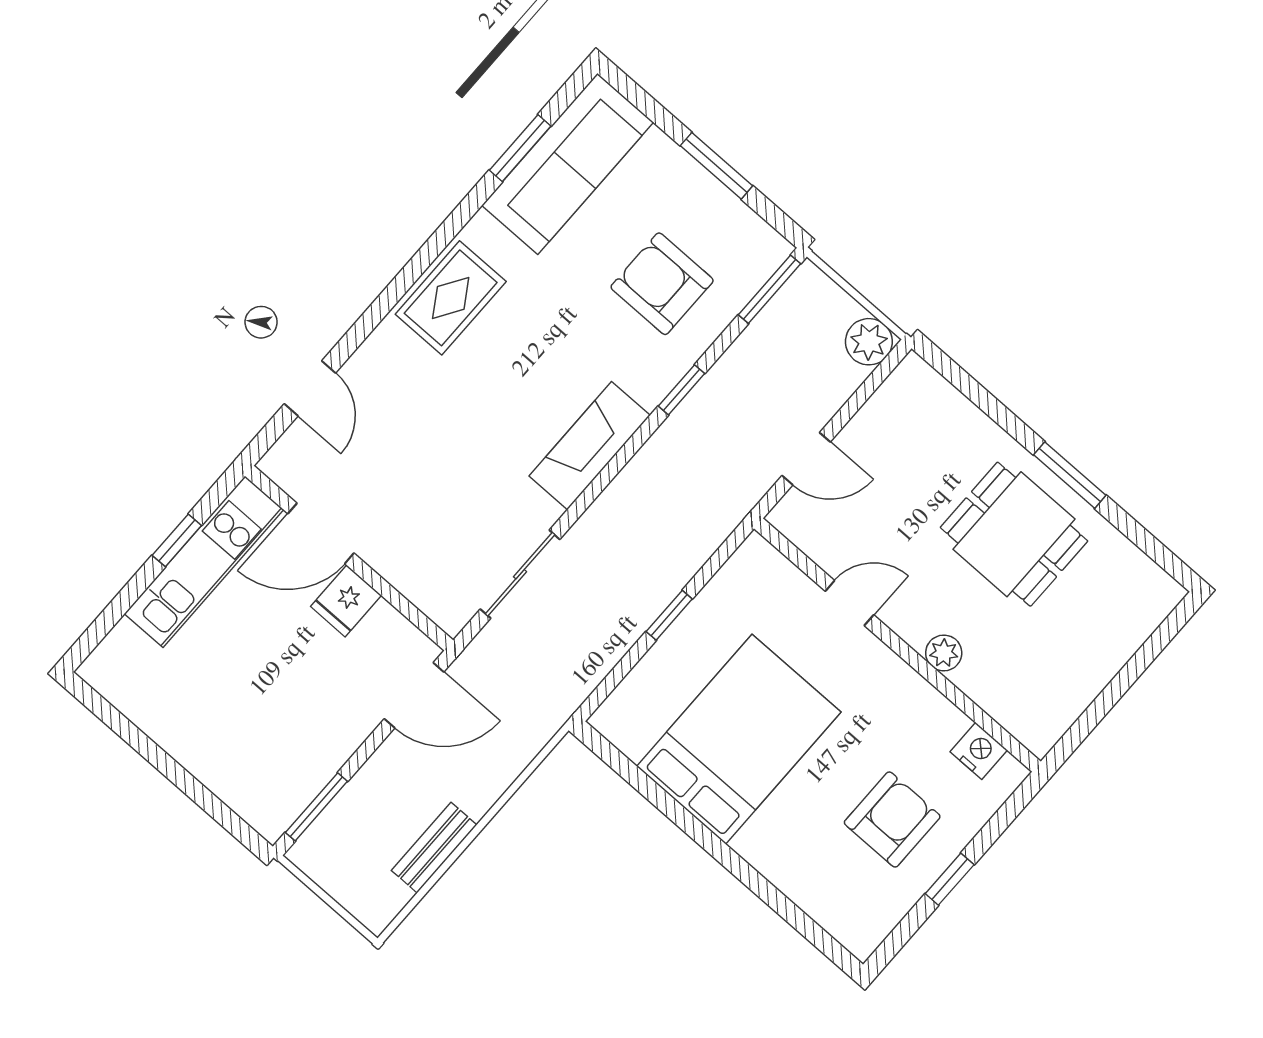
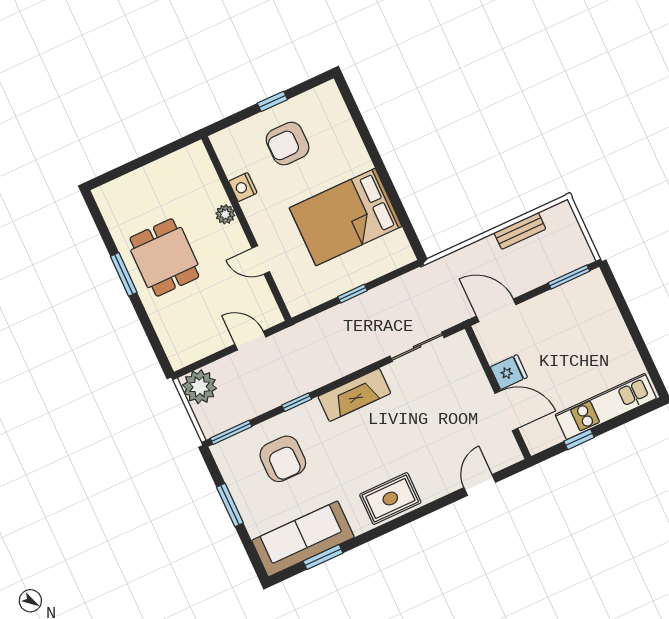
plant: (869, 342) -> (200, 387), width x1.36, depth x1.36
kitchen unit: (204, 562) -> (606, 406), moved
nightstand: (979, 751) -> (243, 187), moved

